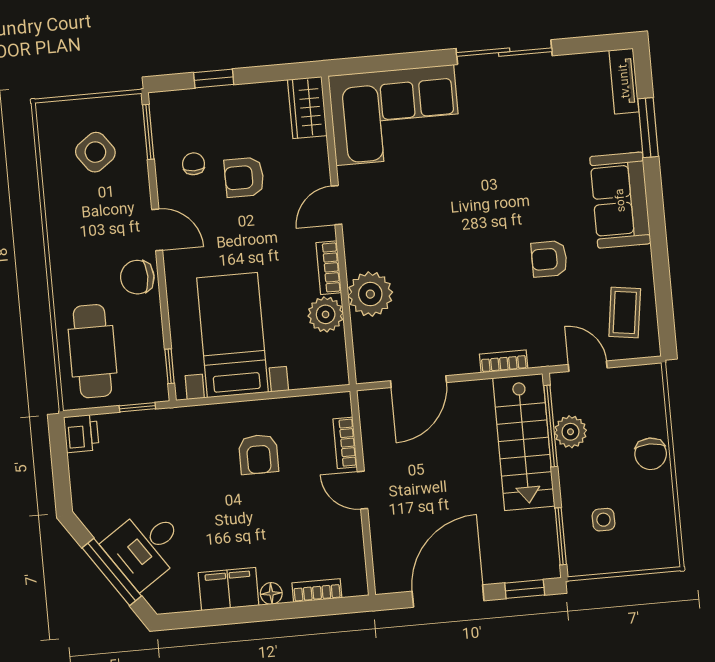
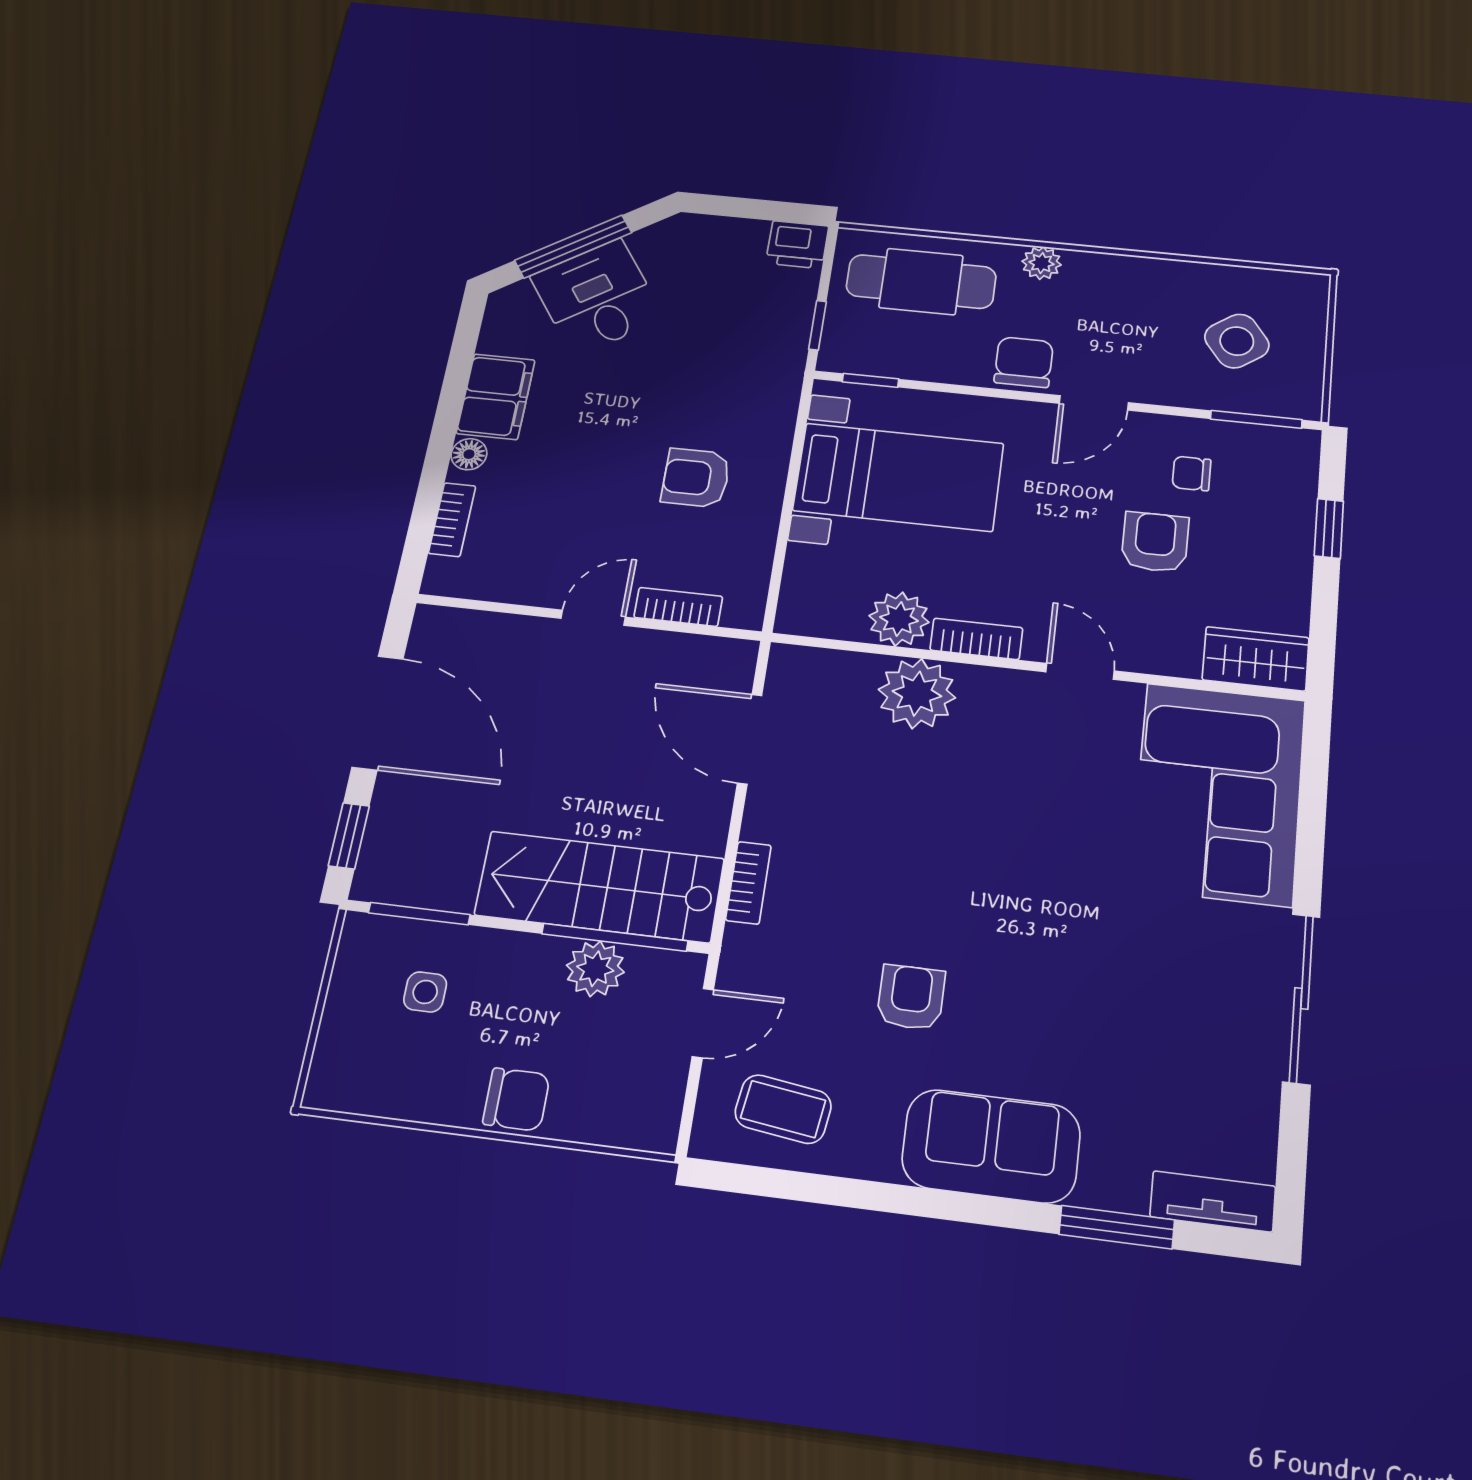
chair: (194, 164) -> (1192, 473), turned 180
plant: (63, 280) -> (1042, 263), added
chair: (651, 454) -> (516, 1099), turned 180

